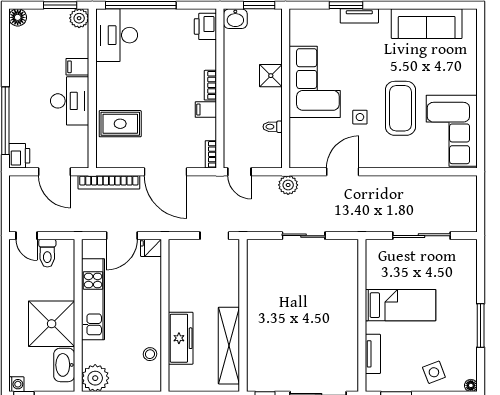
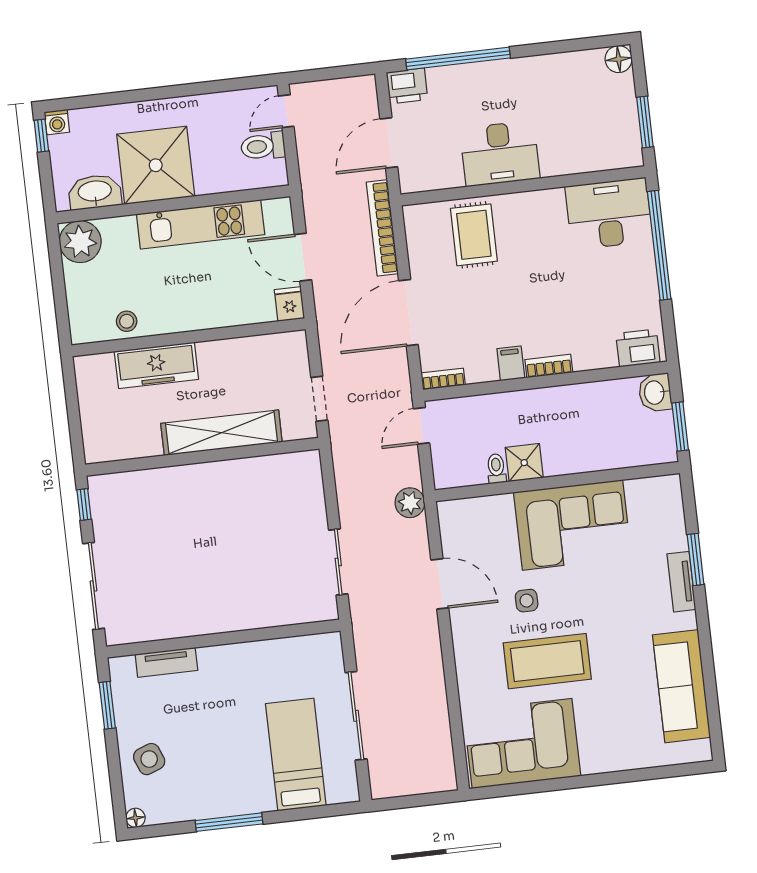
plant: (79, 18) -> (628, 153), removed
filing cabinet: (77, 67) -> (554, 159), removed
shower: (271, 76) -> (524, 463), moved
sliding door: (304, 236) -> (338, 562), moved
bed: (400, 305) -> (296, 755), moved, turned 180
shelving: (229, 346) -> (221, 433), moved

